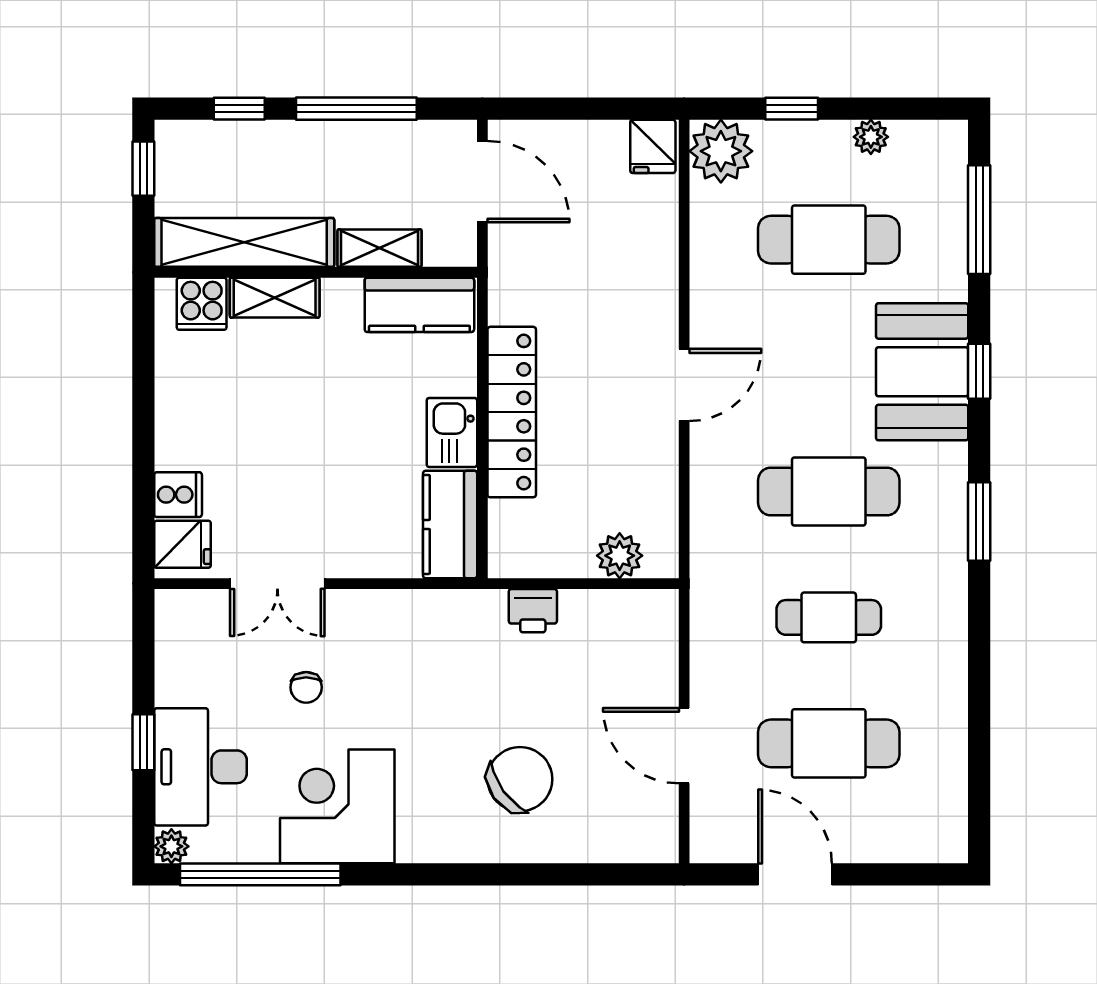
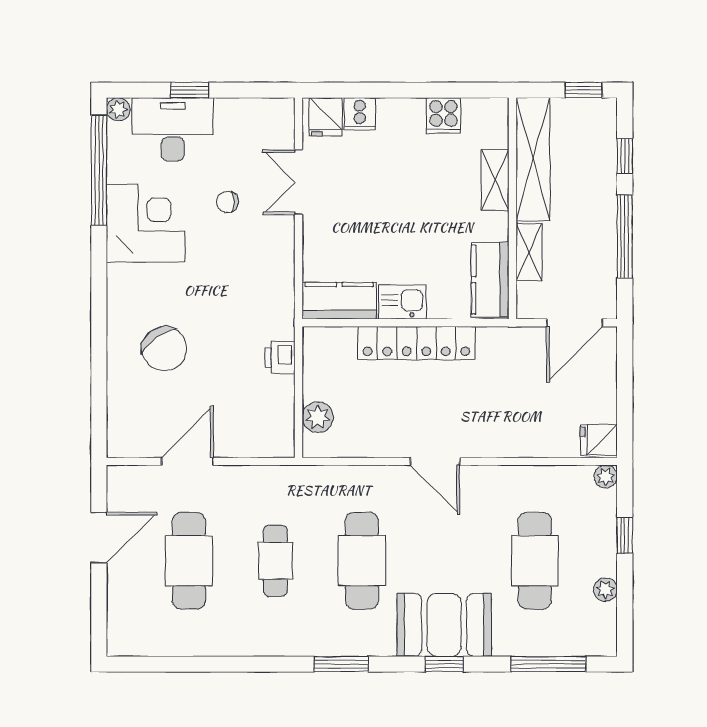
plant: (721, 151) -> (606, 477), width x0.53, depth x0.53
cooker: (202, 304) -> (443, 116), moved, turned -90

